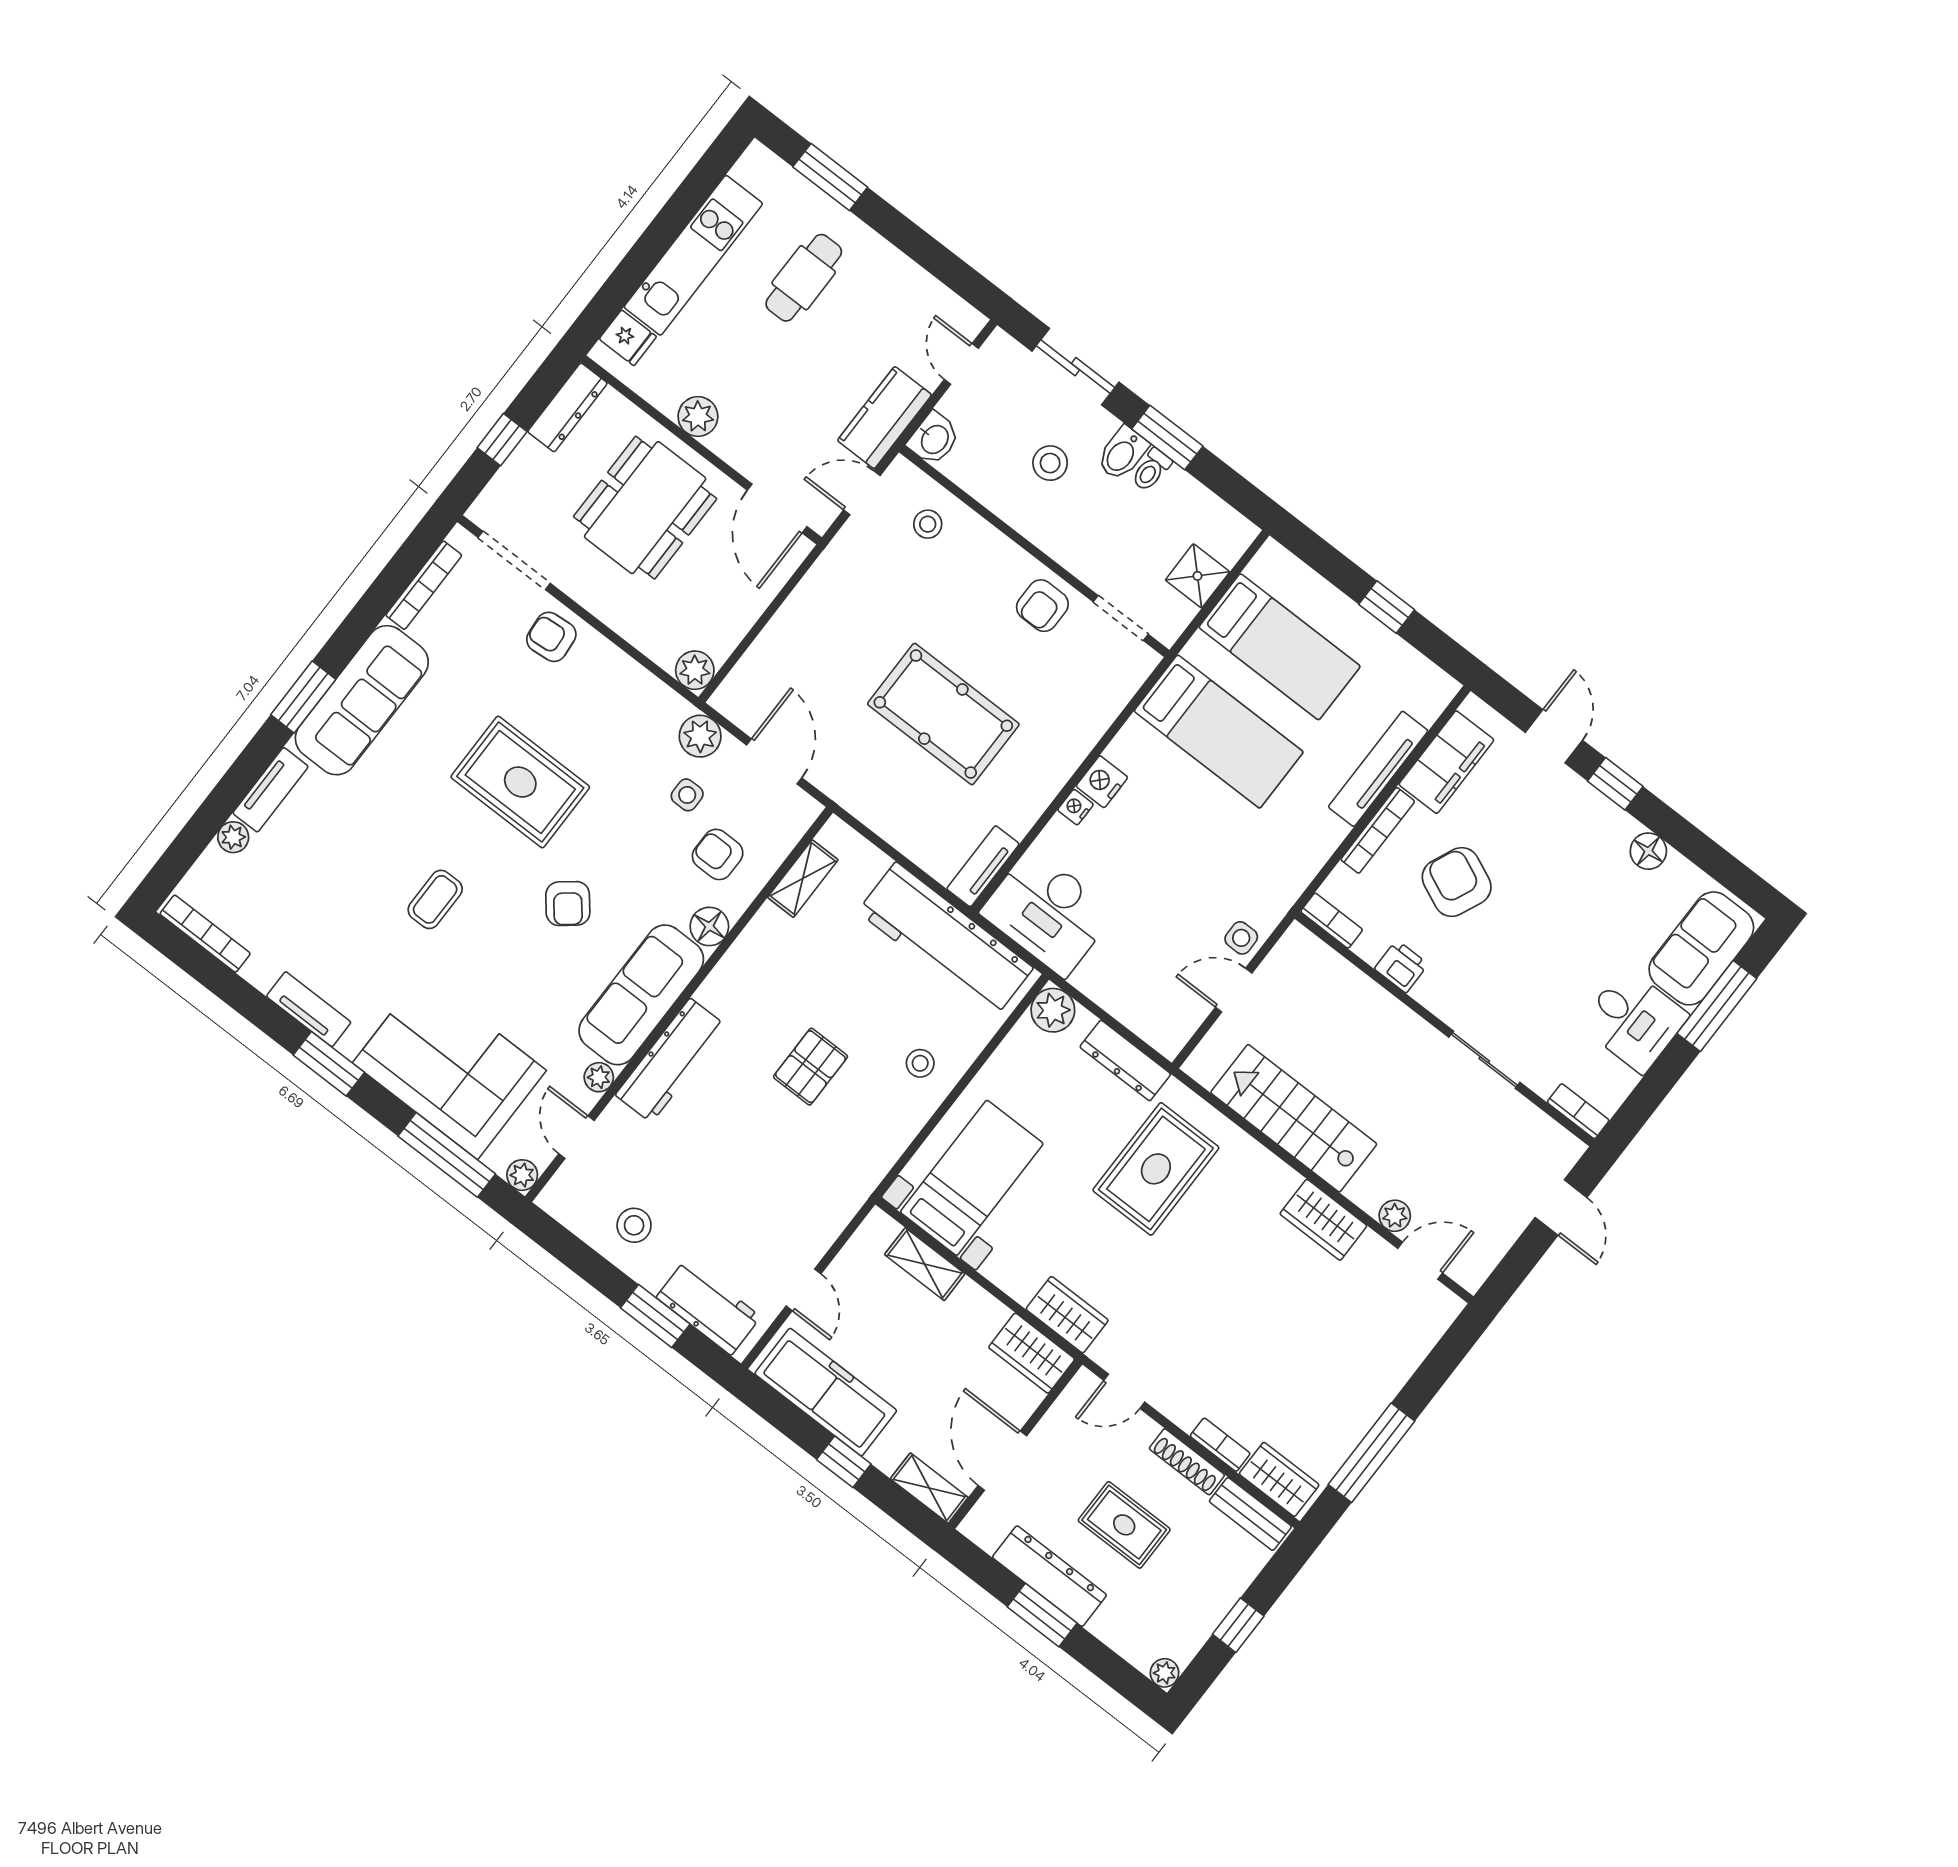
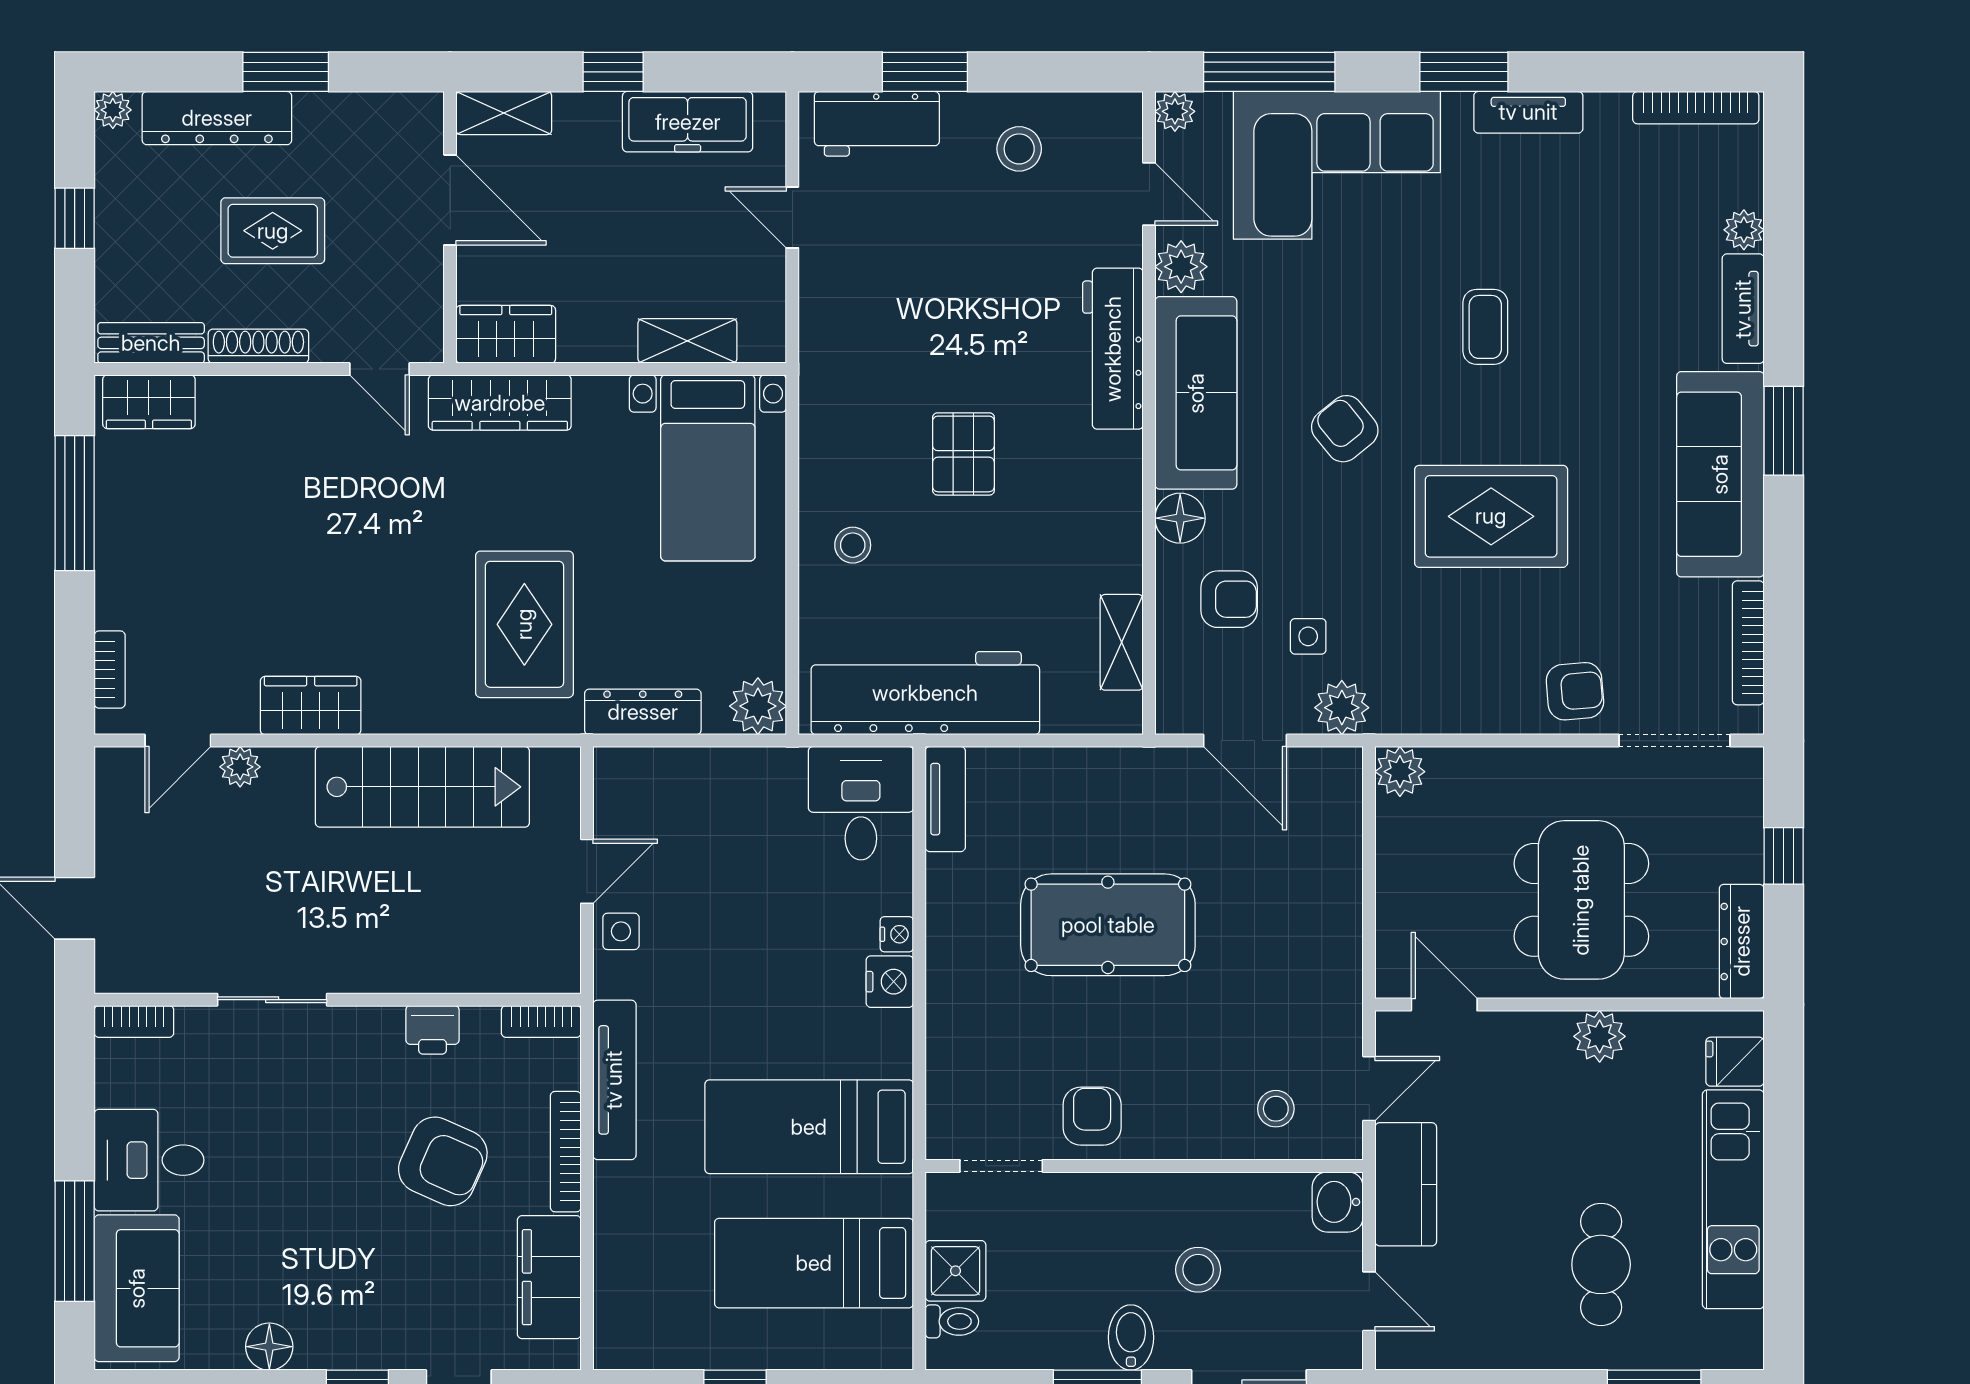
toilet: (1151, 470) -> (952, 1321), moved, turned 90
door: (777, 508) -> (1444, 1005), width x0.73
tv unit: (1378, 769) -> (614, 1080), moved
desk: (1048, 912) -> (861, 803), width x0.73
plant: (599, 1077) -> (1181, 267), width x1.38, depth x1.38
wardrobe: (1067, 1315) -> (500, 403), width x1.50
door: (1124, 1391) -> (380, 369), swing flipped
freezer: (826, 1392) -> (688, 122), width x0.73, depth x0.79
bookcase: (1220, 1445) -> (110, 670), moved, turned -90
dresser: (1049, 1576) -> (217, 118), moved

